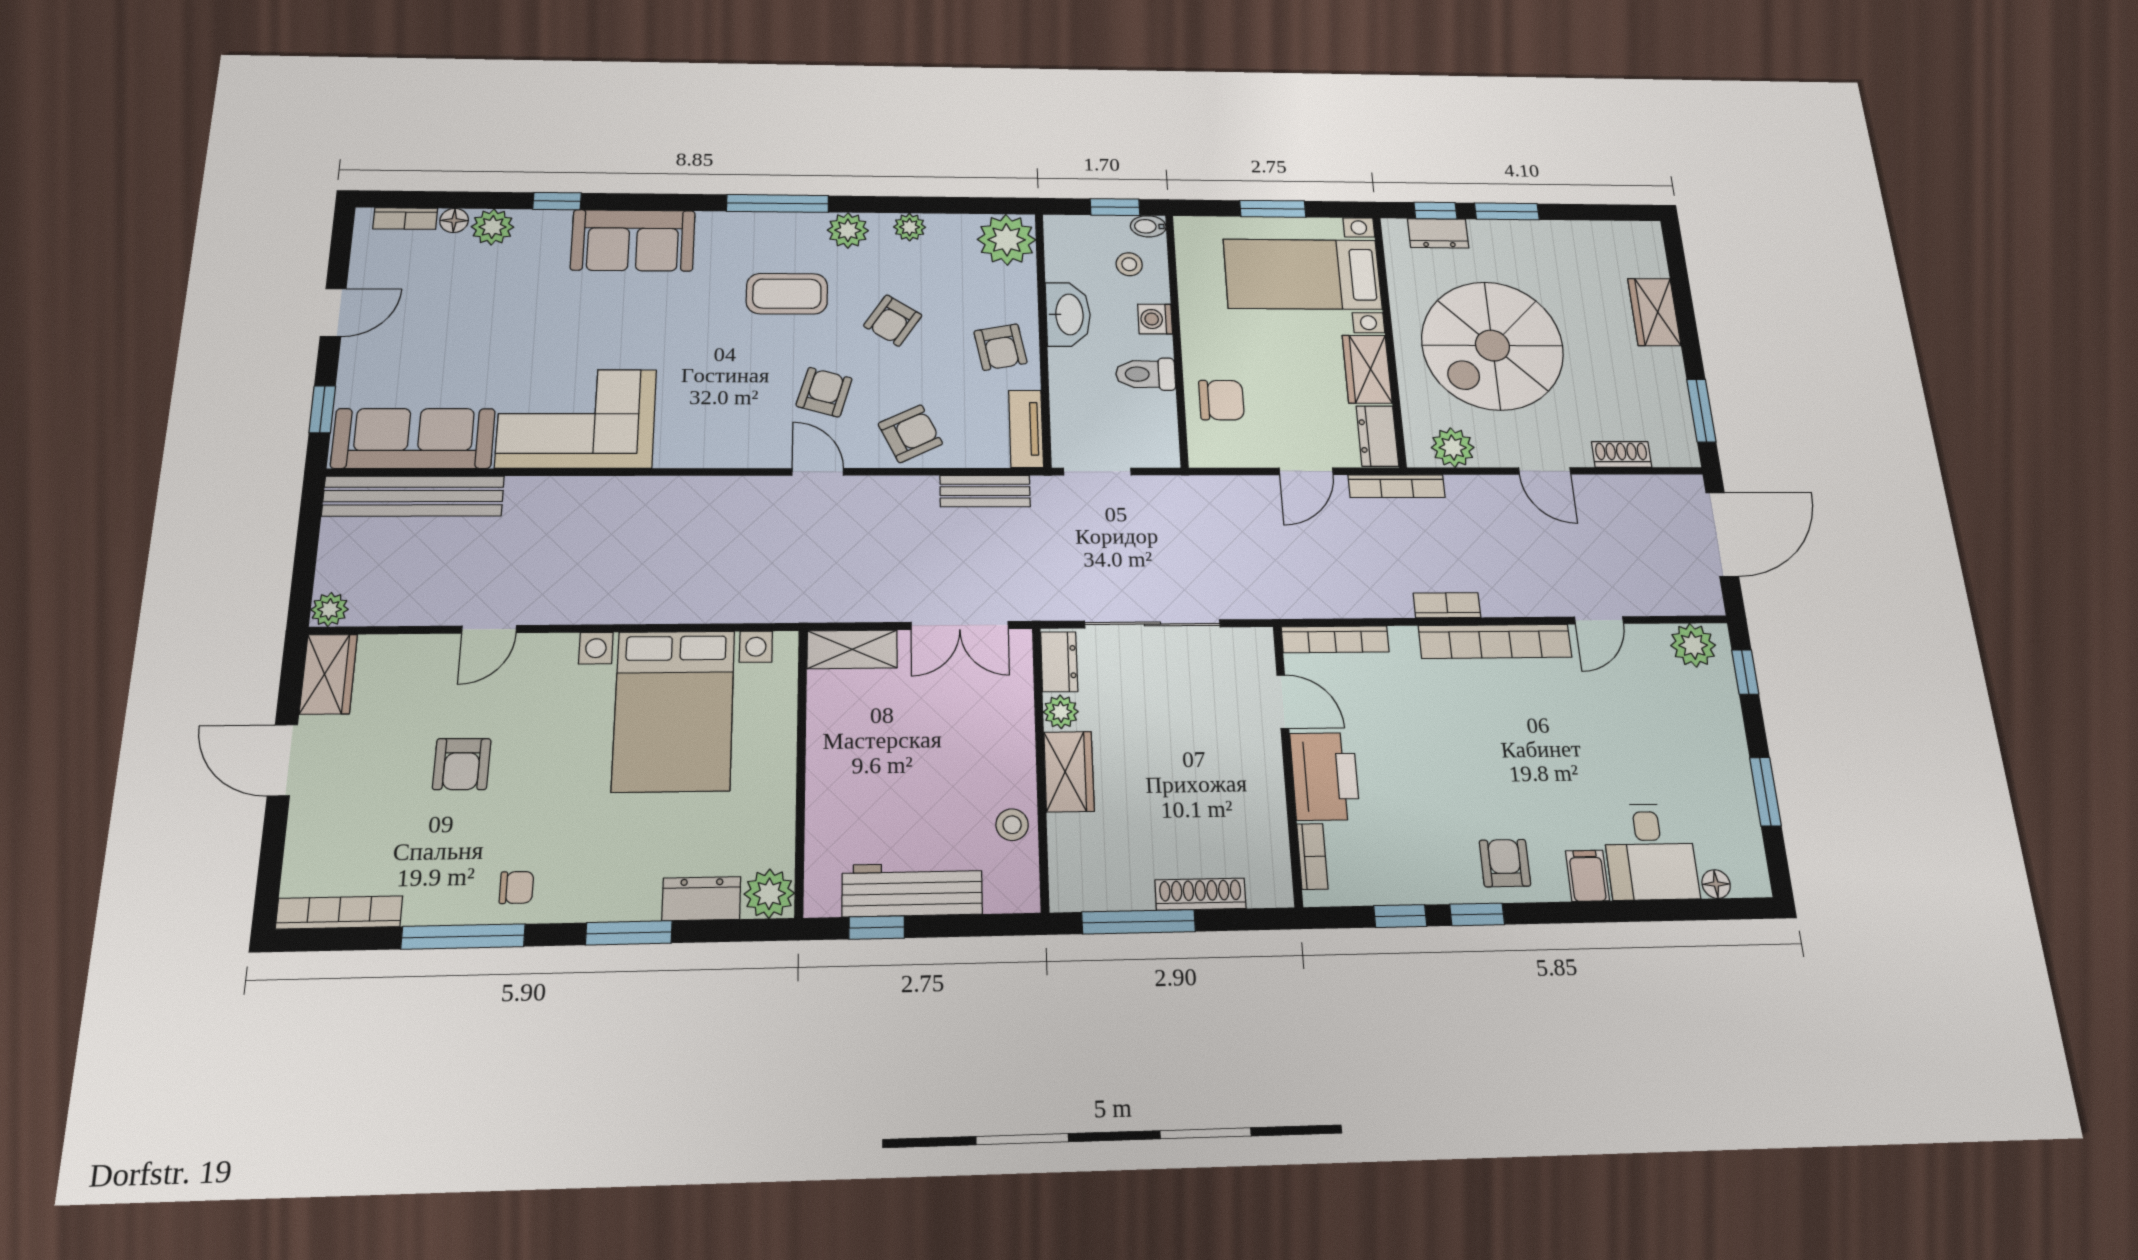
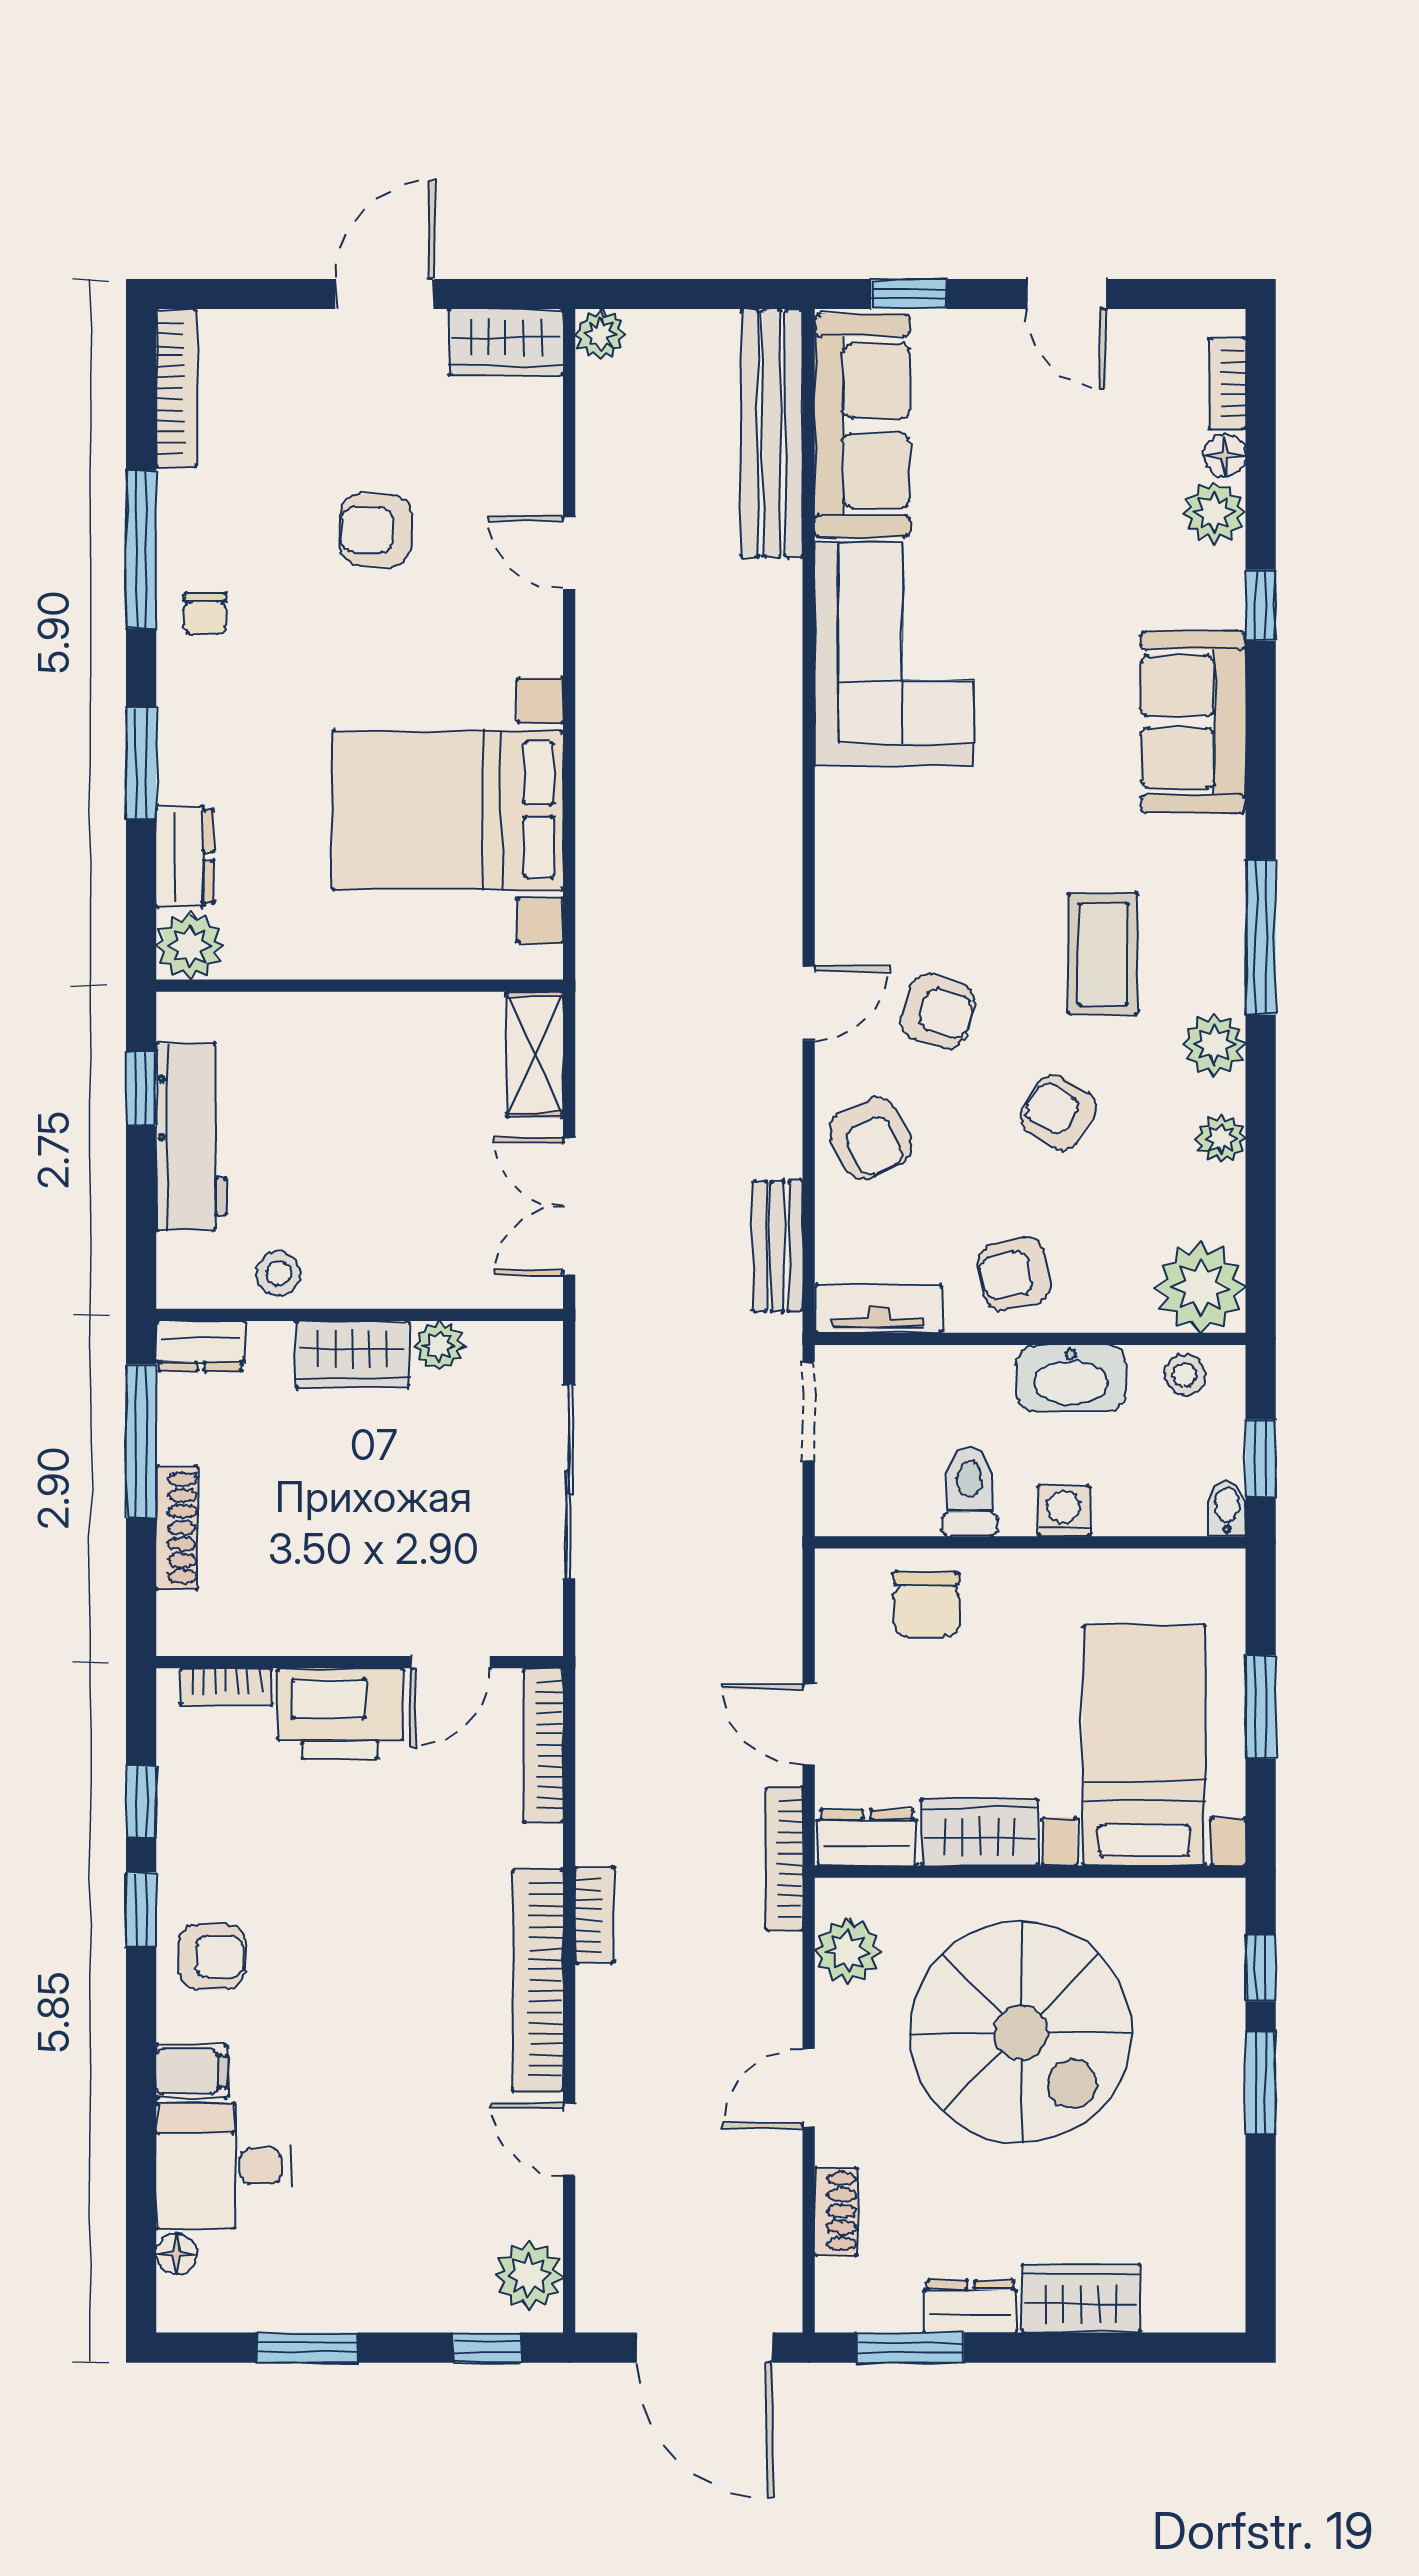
dresser: (1438, 233) -> (970, 2306), moved, turned 90
stool: (1129, 264) -> (1185, 1375), moved
spiral stairs: (1492, 346) -> (1021, 2032), turned 180
dresser: (1059, 662) -> (201, 1346), moved

